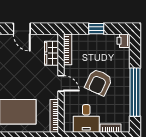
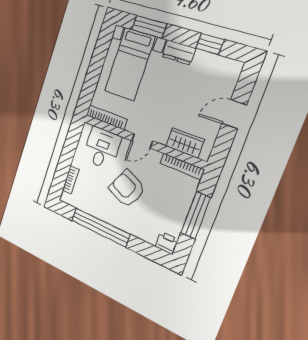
window: (96, 29) -> (196, 215), width x2.17
desk: (86, 118) -> (102, 148), moved, turned 90

